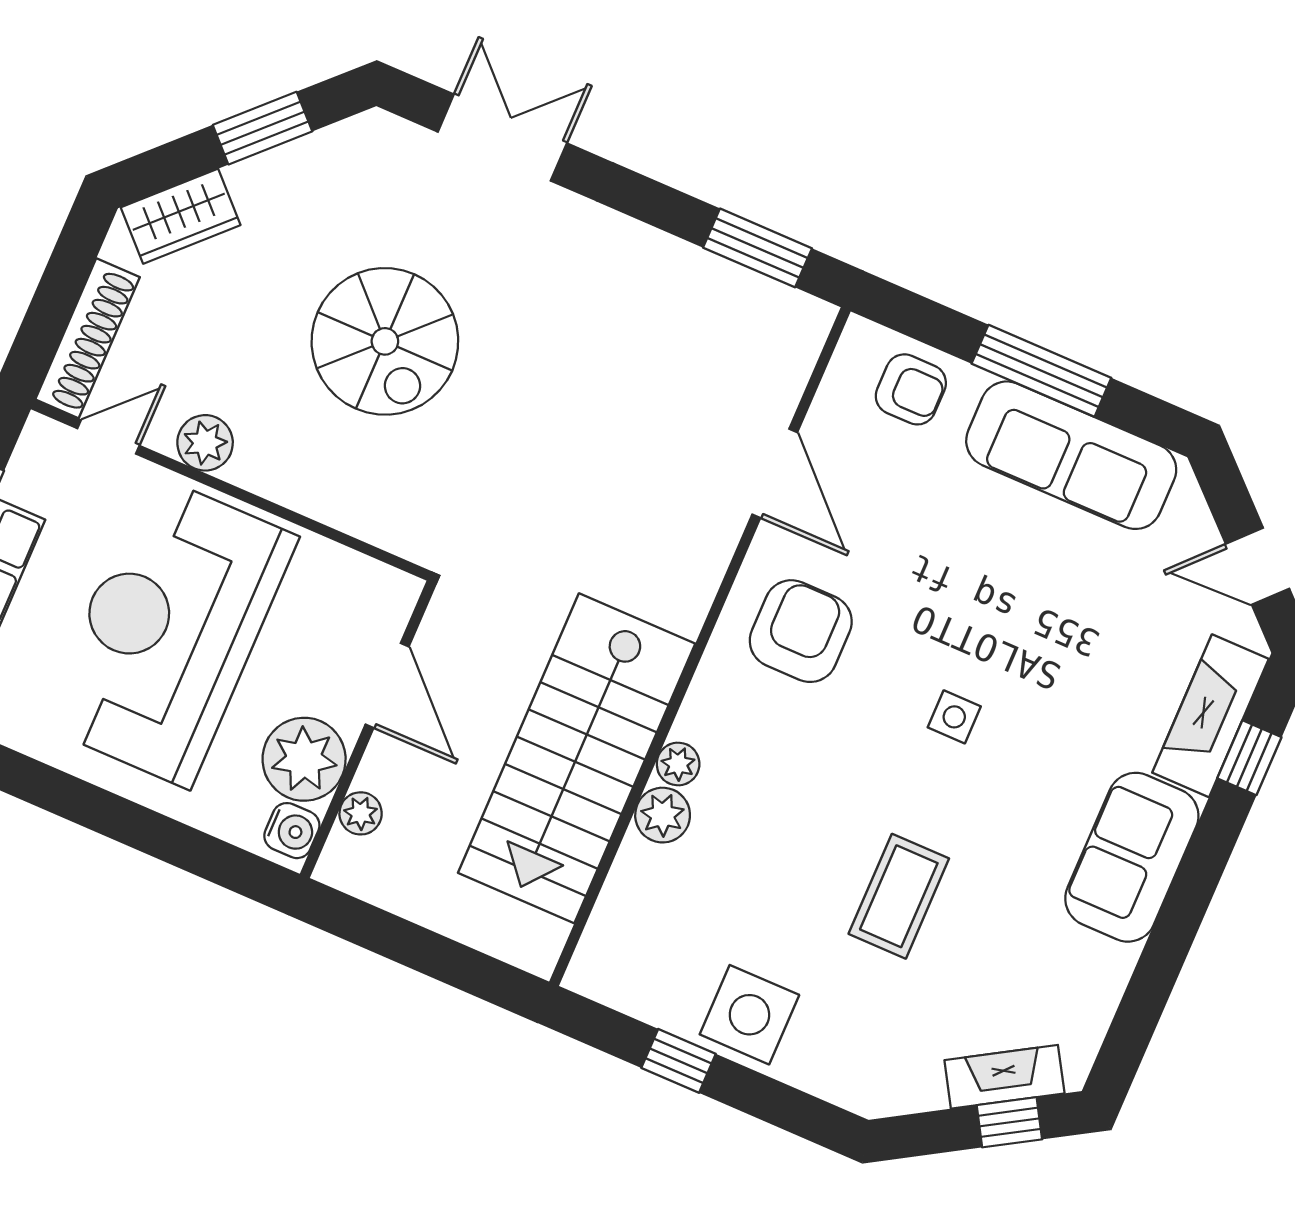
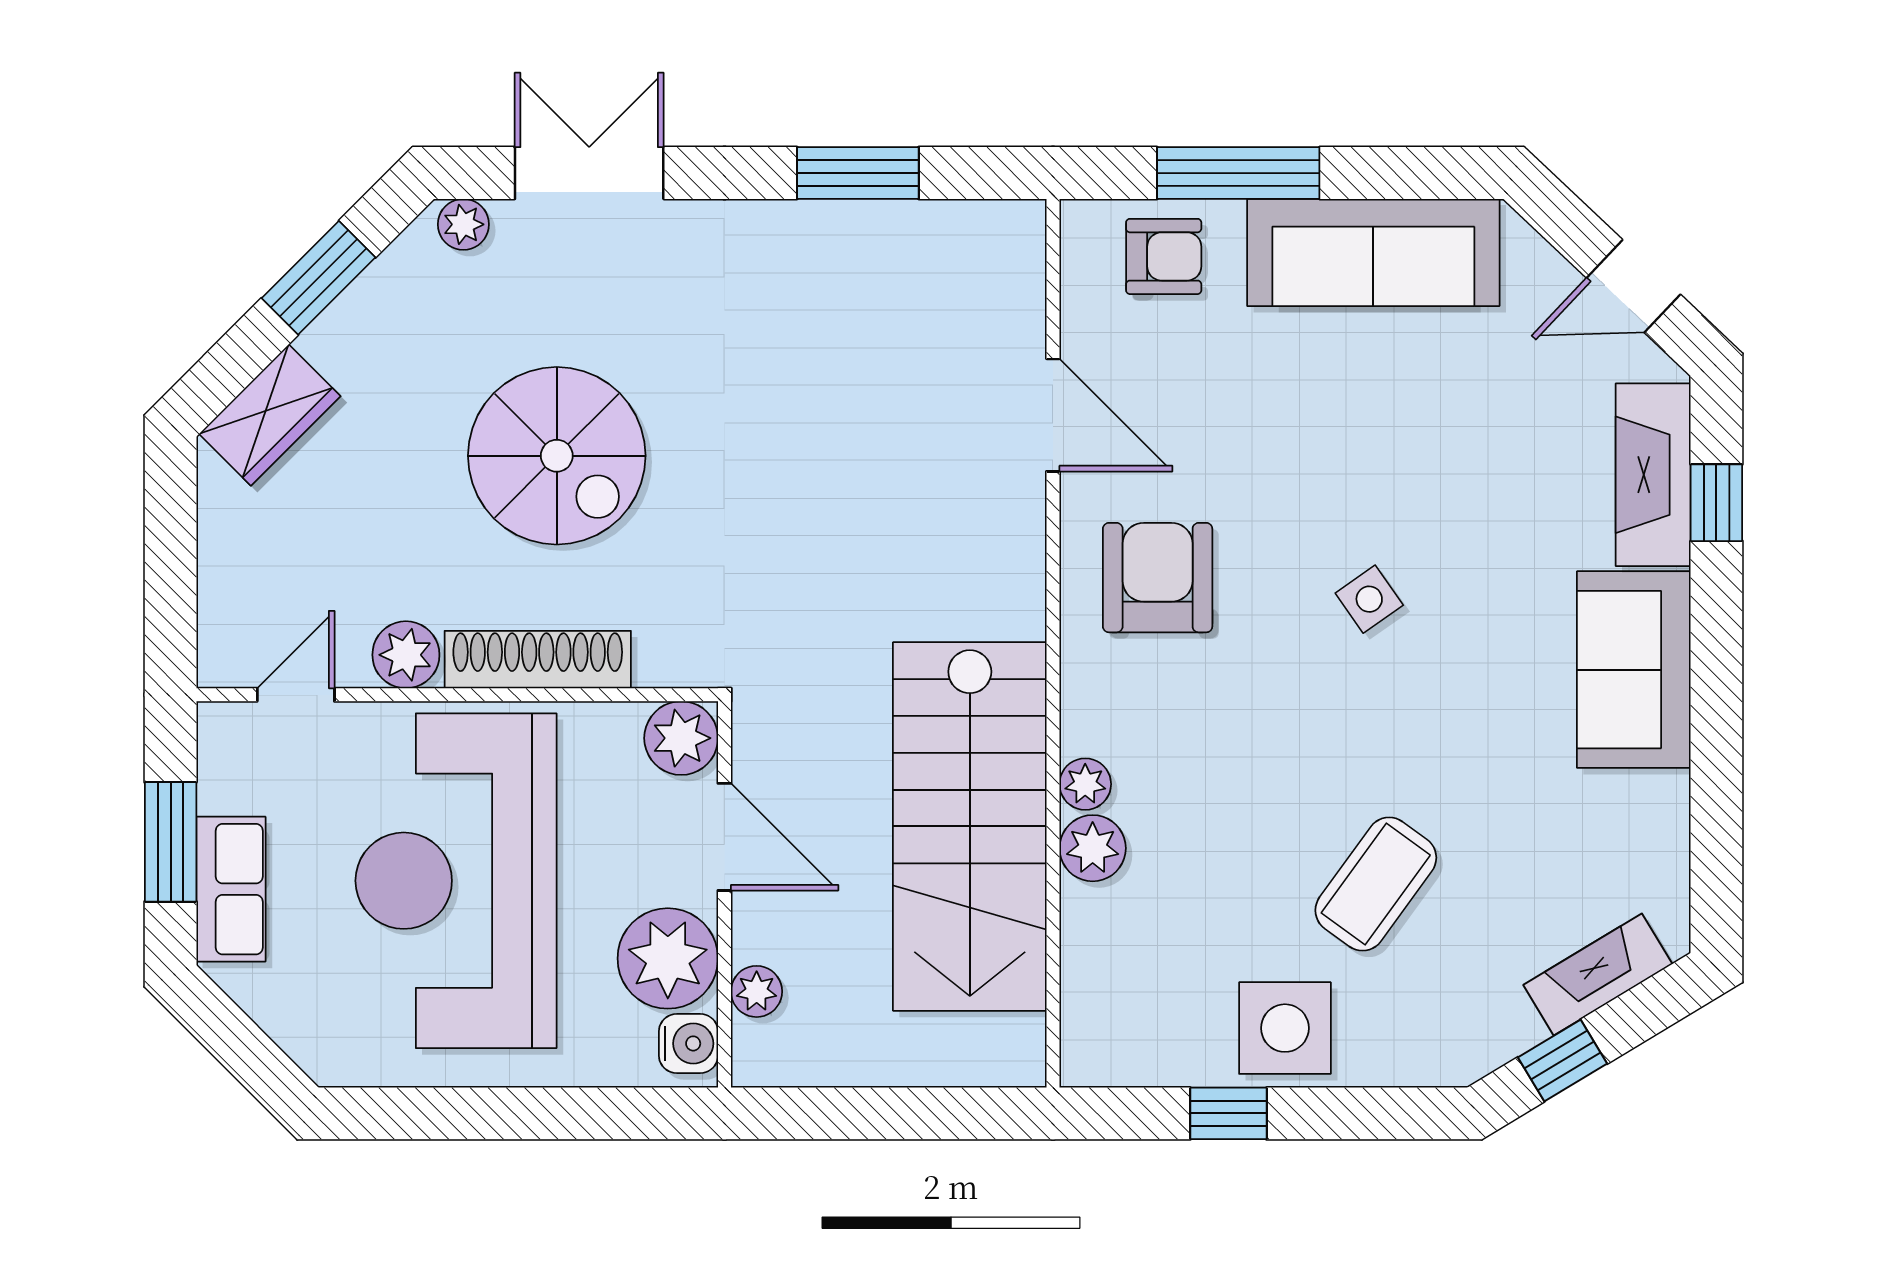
plant: (390, 135) -> (463, 224), added
window: (758, 248) -> (858, 173), moved
shoe rack: (87, 338) -> (538, 660), moved, turned -90
window: (1041, 371) -> (1238, 173), moved
plant: (387, 596) -> (681, 738), added
side table: (954, 717) -> (1369, 599), turned -35
coffee table: (899, 896) -> (1376, 884), moved, turned 36
window: (1009, 1122) -> (1562, 1061), moved

